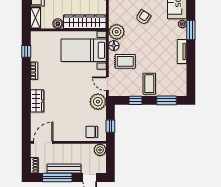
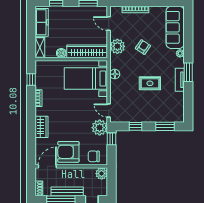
window: (191, 30) -> (188, 72), moved
plant: (117, 32) -> (117, 46), moved
rug: (125, 61) -> (150, 83), moved
coffee table: (149, 84) -> (149, 110), removed
window: (110, 126) -> (112, 139), moved
armchair: (65, 127) -> (68, 152), added

